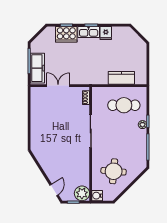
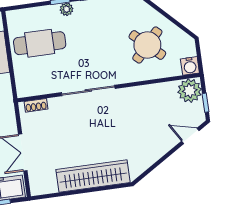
cafe table: (124, 105) -> (40, 43), turned 90
wardrobe: (38, 127) -> (93, 176), added
round table: (114, 171) -> (147, 45), turned 38

